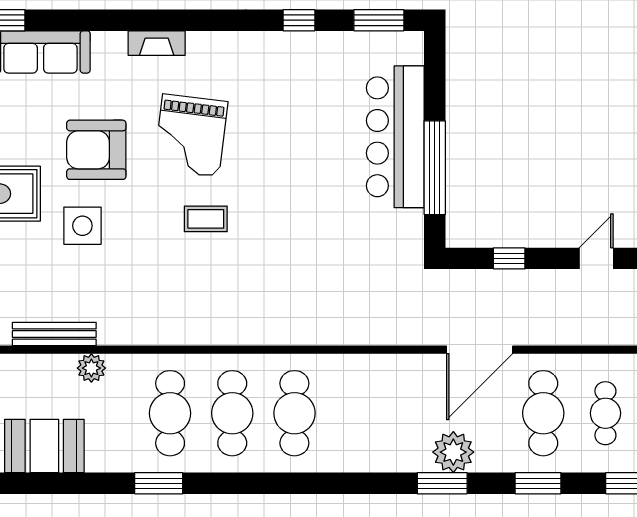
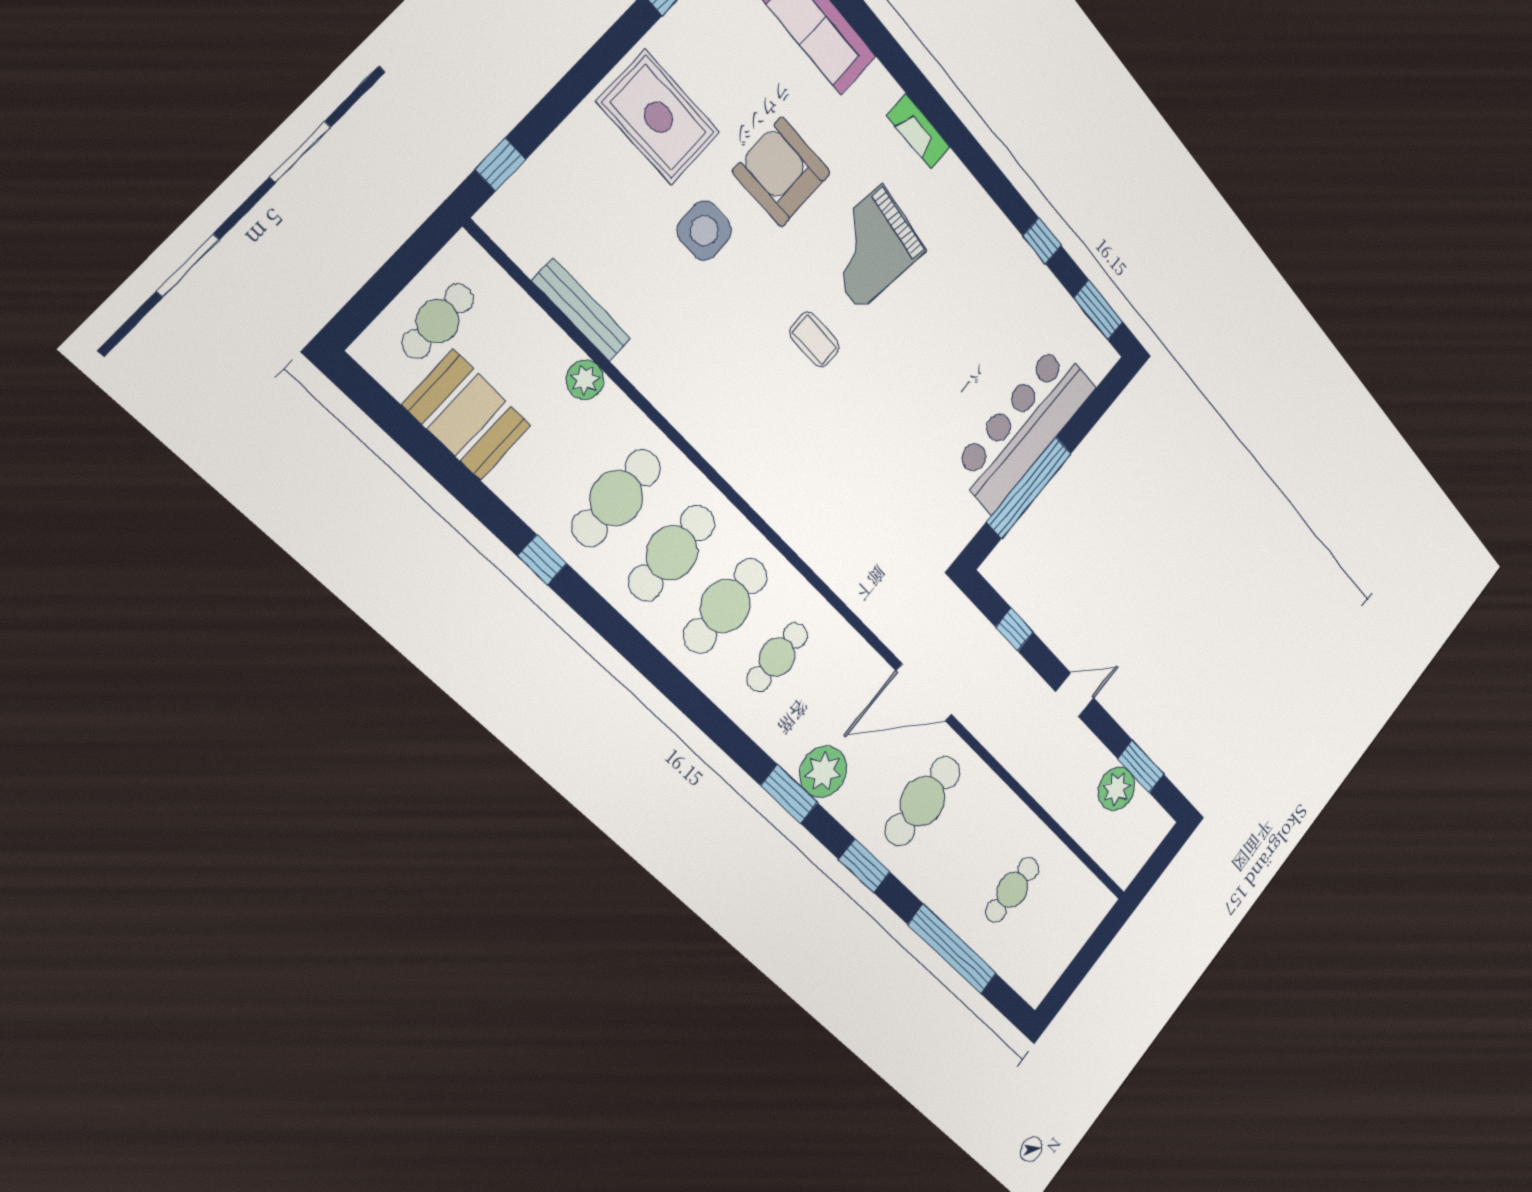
cafe table: (605, 413) -> (777, 657), moved
window: (159, 483) -> (542, 560), width x0.67

